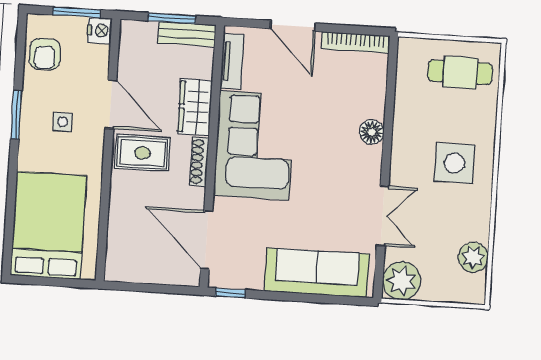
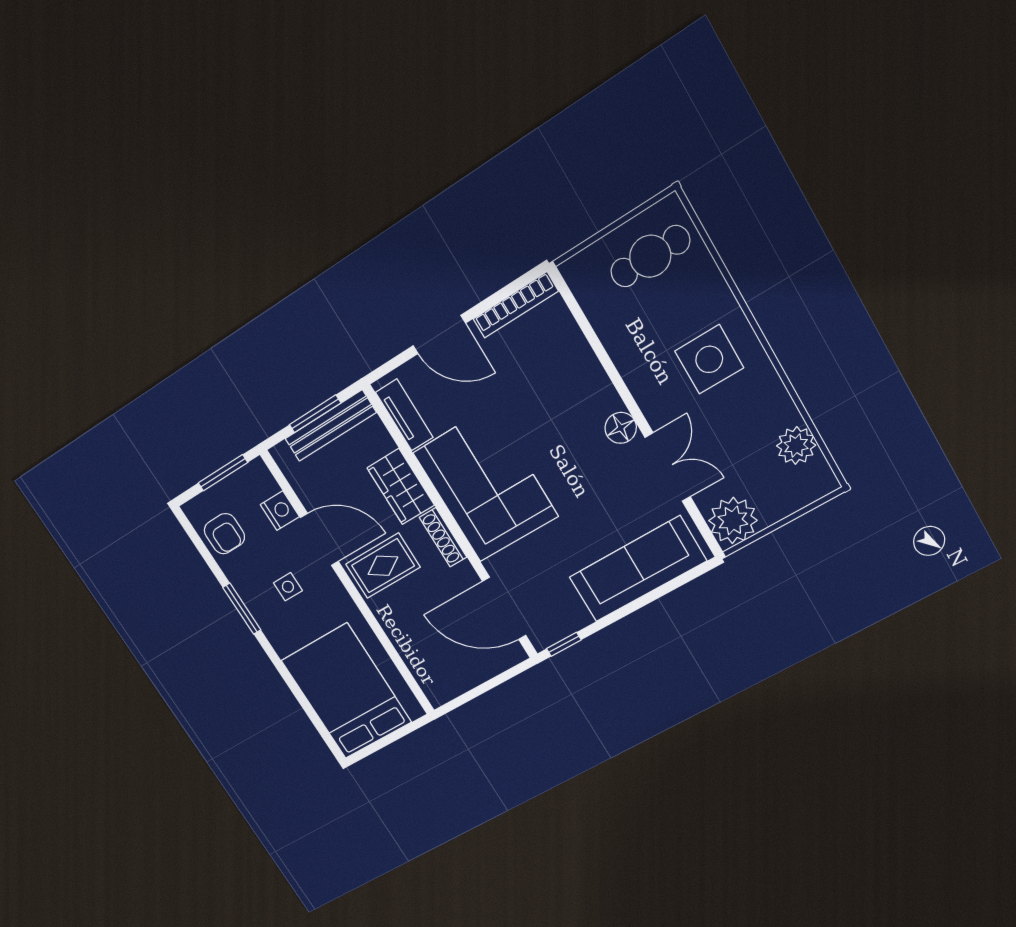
nightstand: (100, 31) -> (280, 511), moved
bench: (187, 34) -> (331, 426), width x1.36
floor lamp: (372, 132) -> (621, 428), moved

